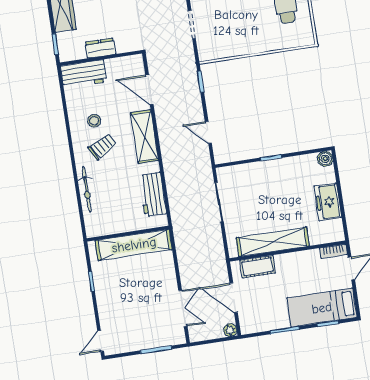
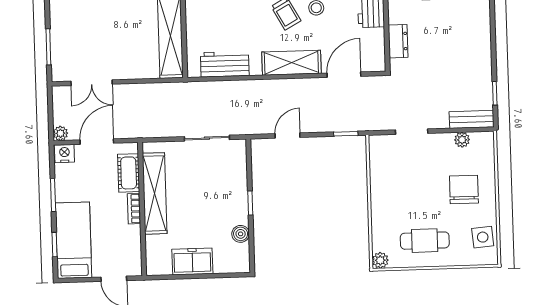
plant: (307, 38) -> (380, 260), added
dresser: (100, 48) -> (398, 41), moved
boiler: (325, 159) -> (241, 234), moved
bookcase: (333, 251) -> (134, 209), moved
nightstand: (247, 325) -> (64, 154), added

